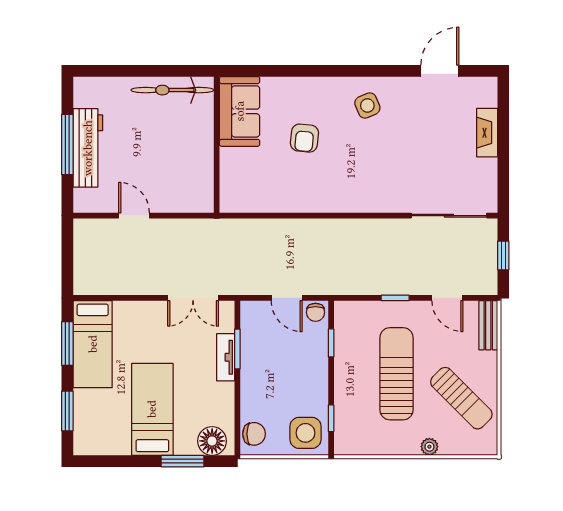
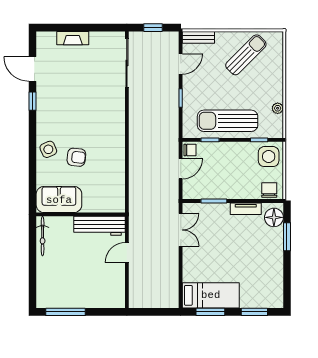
window: (390, 71) -> (33, 101), added
bicycle: (172, 90) -> (43, 236), width x0.73, depth x0.71
side table: (367, 105) -> (48, 149), moved
window: (67, 145) -> (66, 312), moved
workbench: (88, 148) -> (100, 226), moved, turned 180
door: (134, 216) -> (127, 253), moved
tv unit: (226, 357) -> (246, 209), moved
sun lounger: (396, 374) -> (228, 121), moved
bed: (152, 409) -> (253, 256), removed
plant: (429, 447) -> (278, 108), moved

